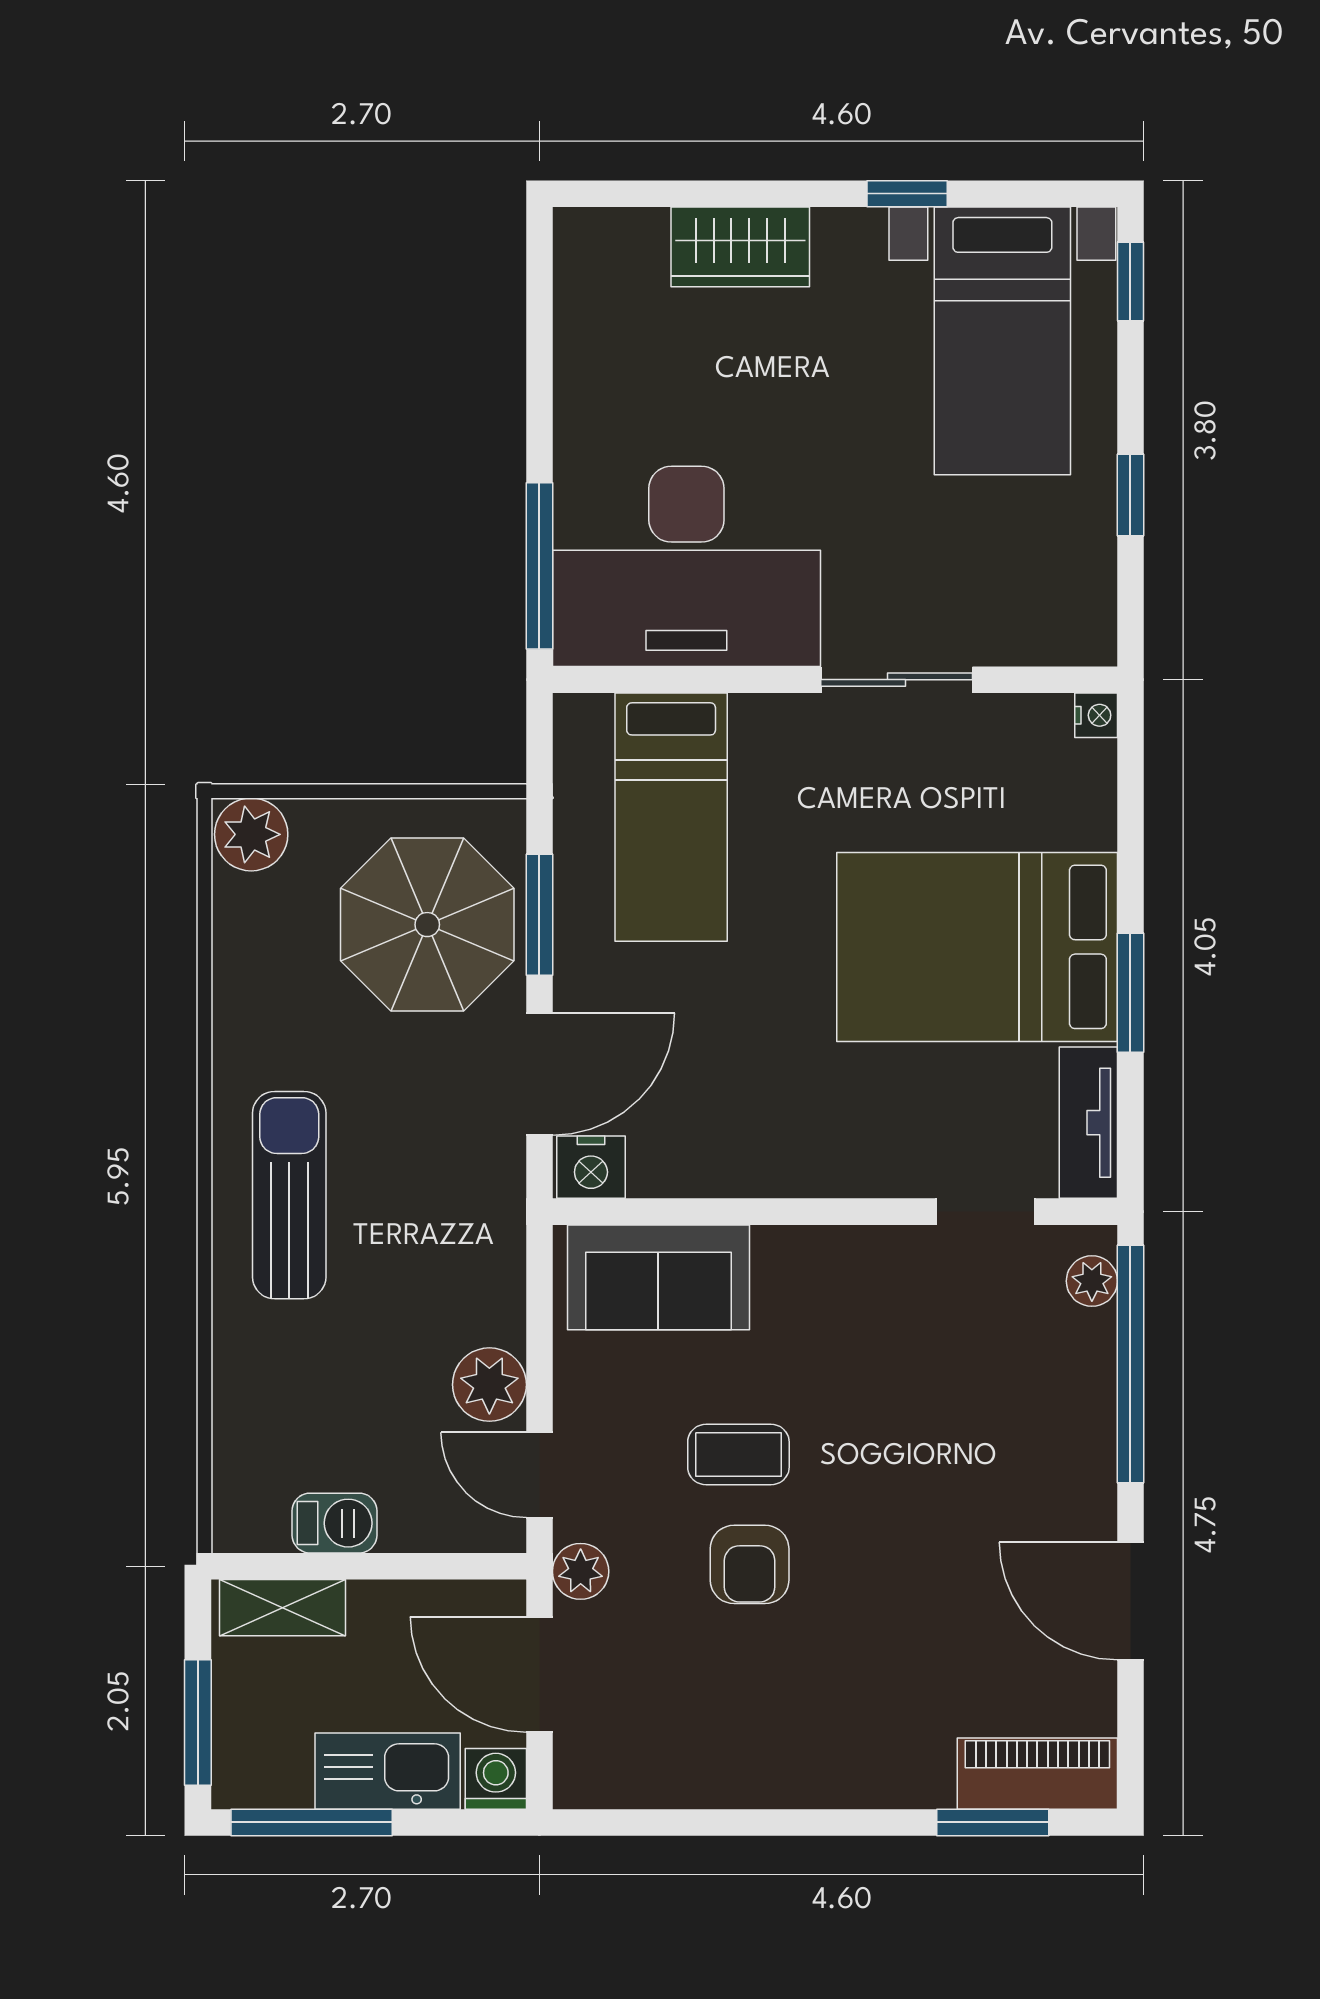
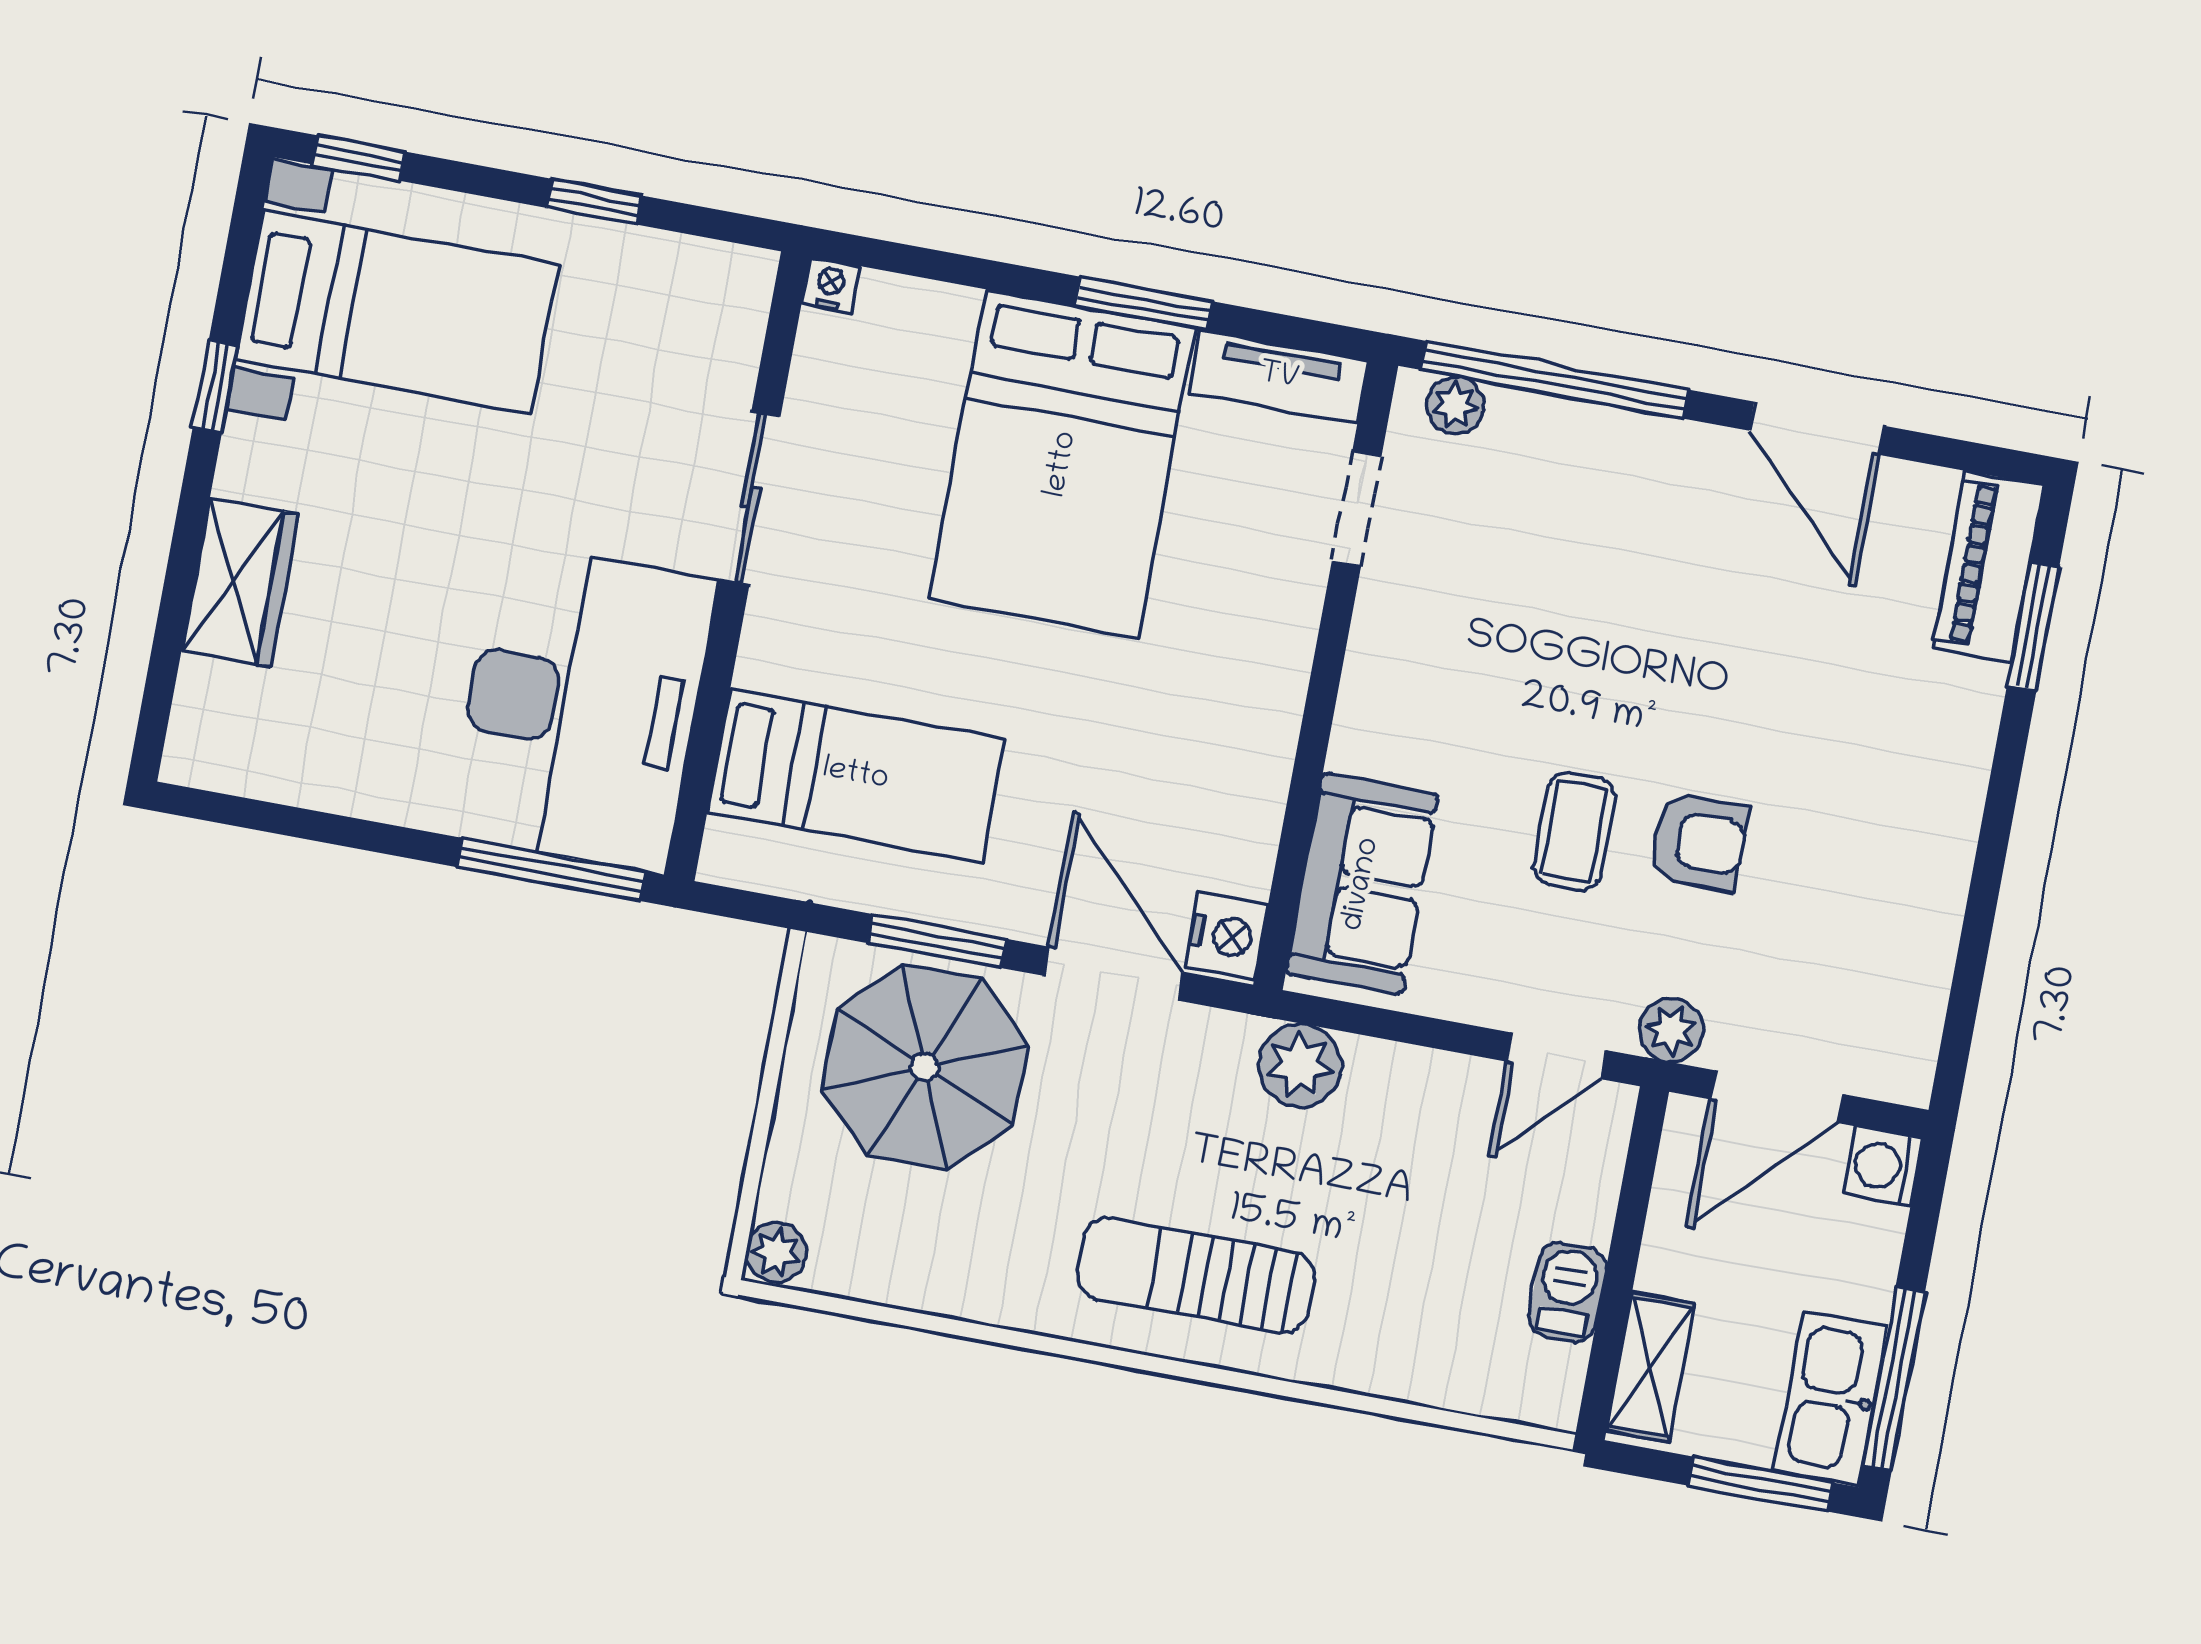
plant: (251, 834) -> (776, 1252), width x0.73, depth x0.73
plant: (489, 1385) -> (1300, 1065), moved
door: (1130, 1601) -> (1817, 428), hinge flipped
kitchen sink: (388, 1771) -> (1831, 1398), moved

